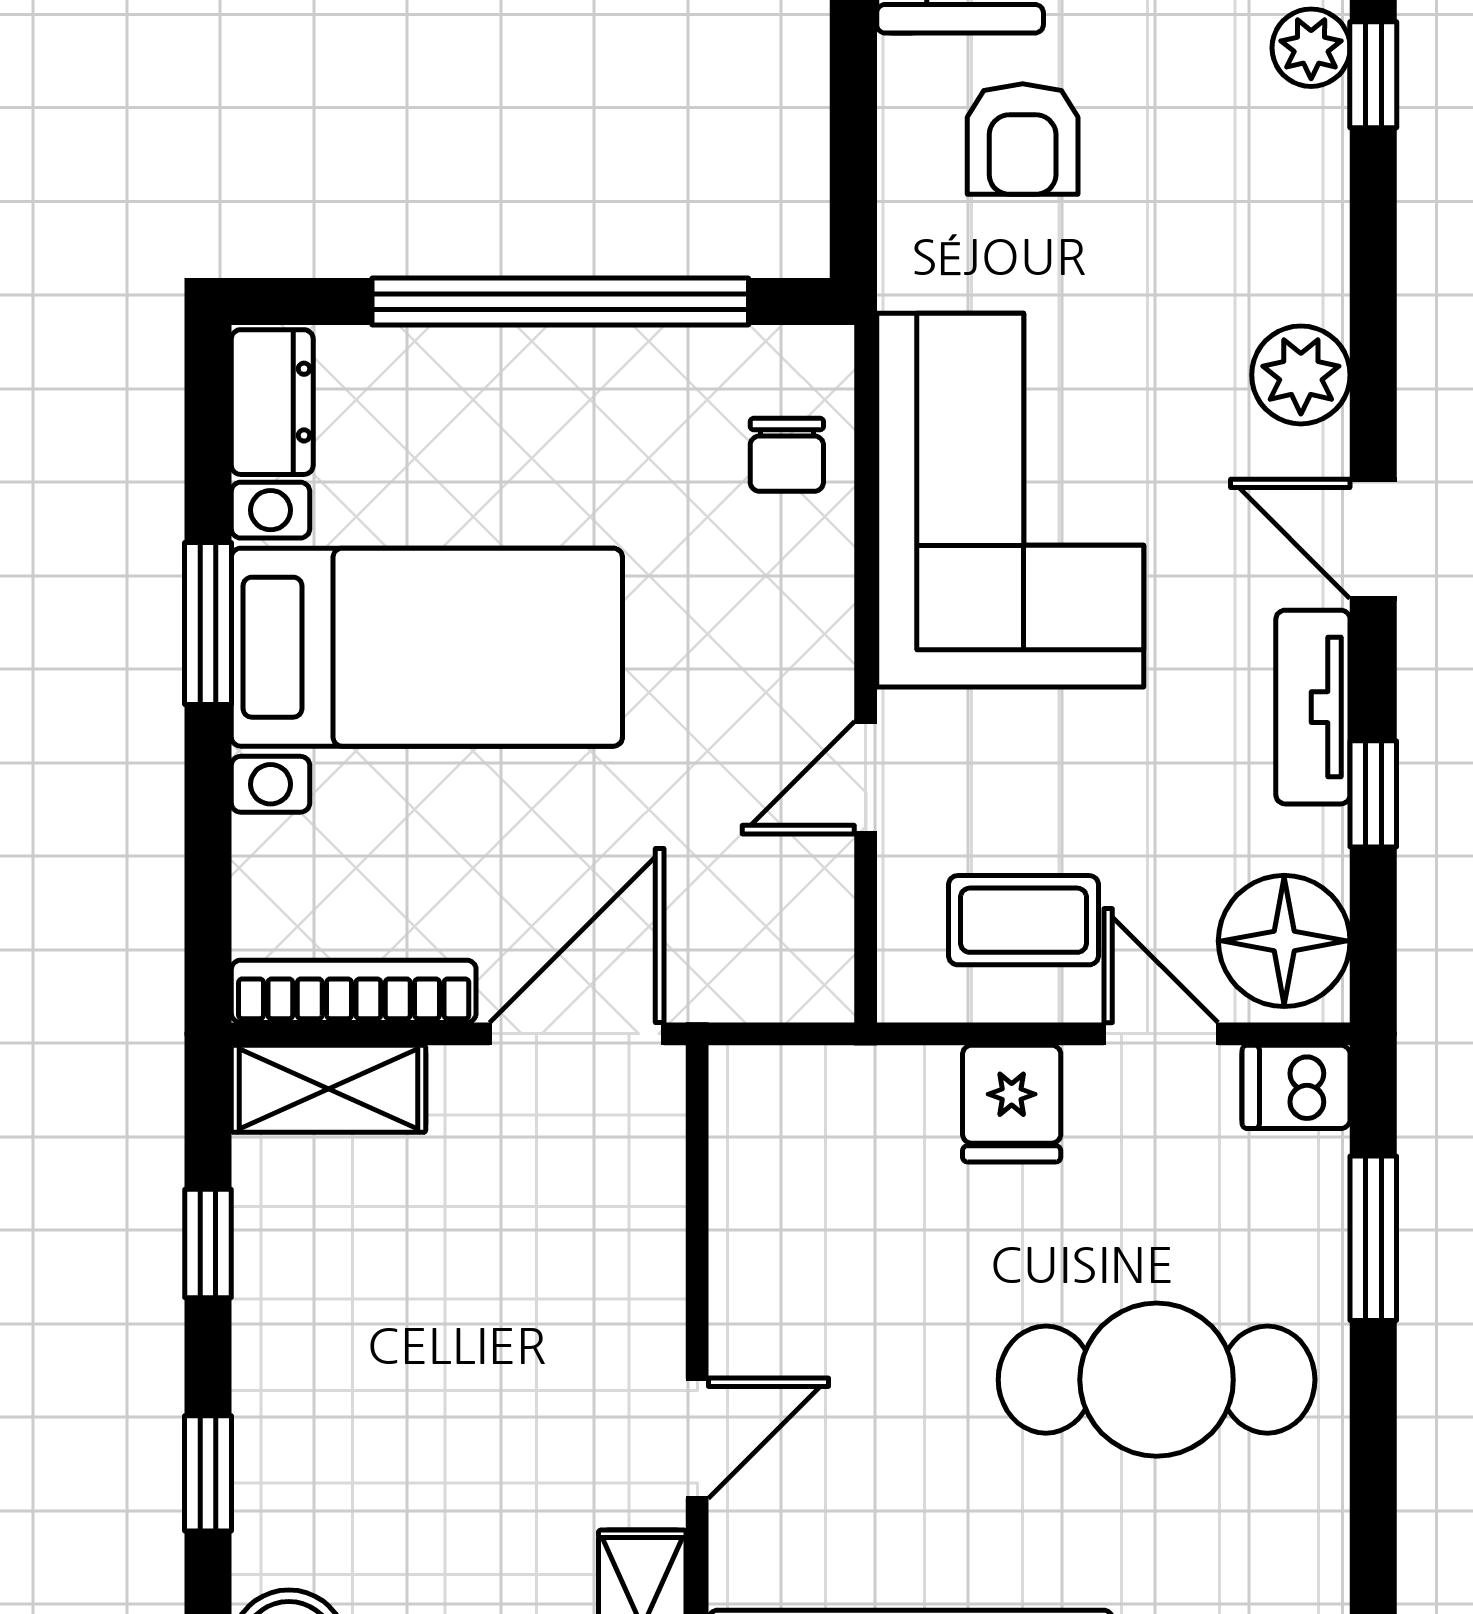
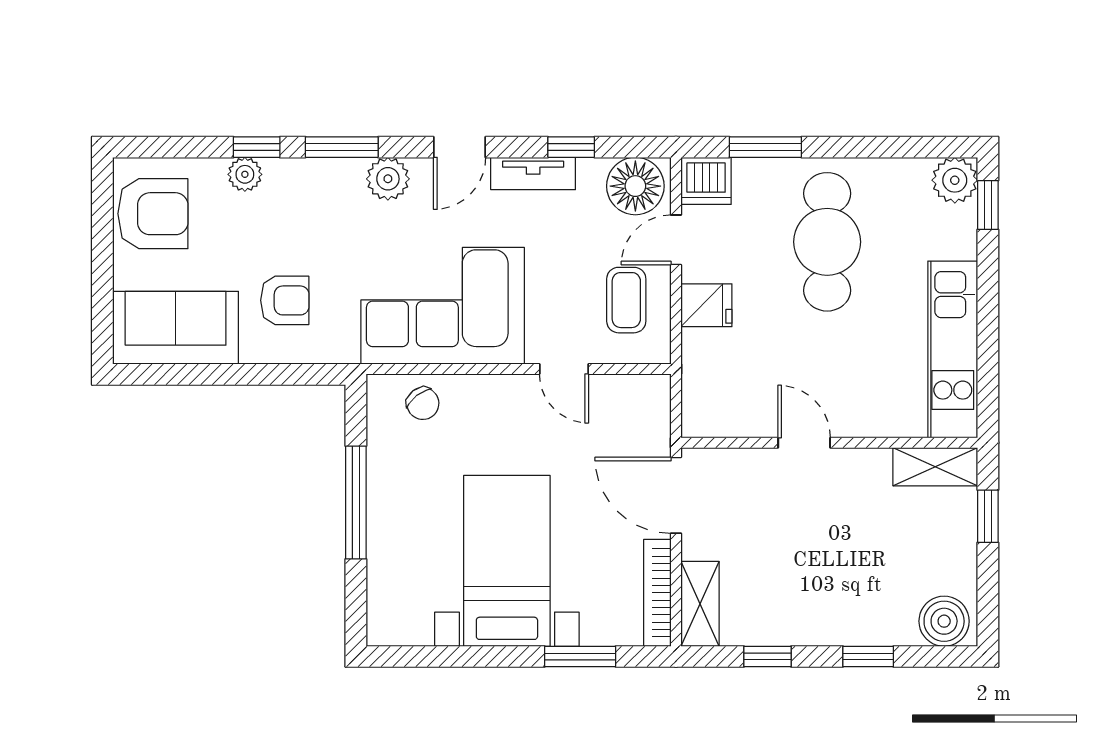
window: (1373, 269) -> (342, 147), added
window: (560, 302) -> (356, 503), width x0.68
dresser: (272, 402) -> (400, 628), removed
chair: (787, 455) -> (423, 403), turned 52
window: (208, 624) -> (580, 656), moved
dishwasher: (1296, 1087) -> (706, 181), width x1.38
door: (697, 1438) -> (804, 443), moved

